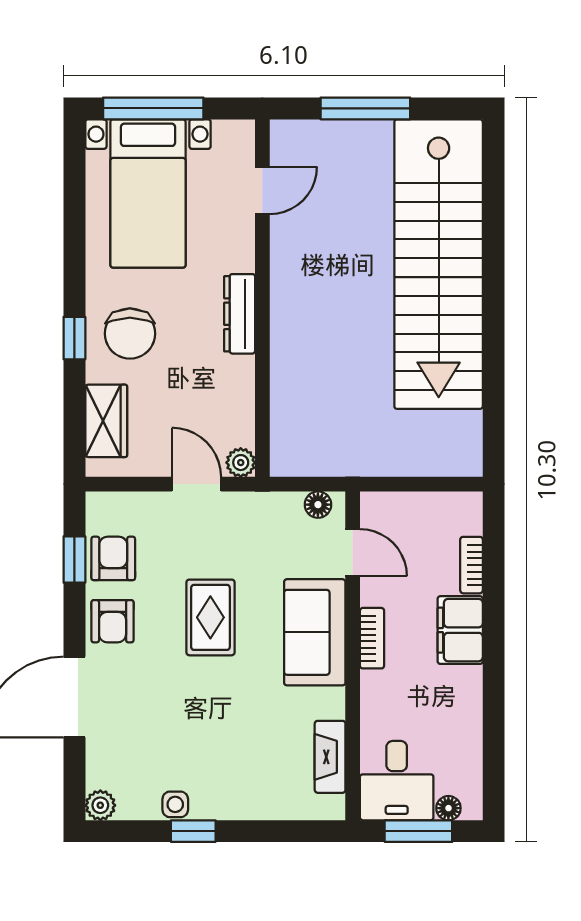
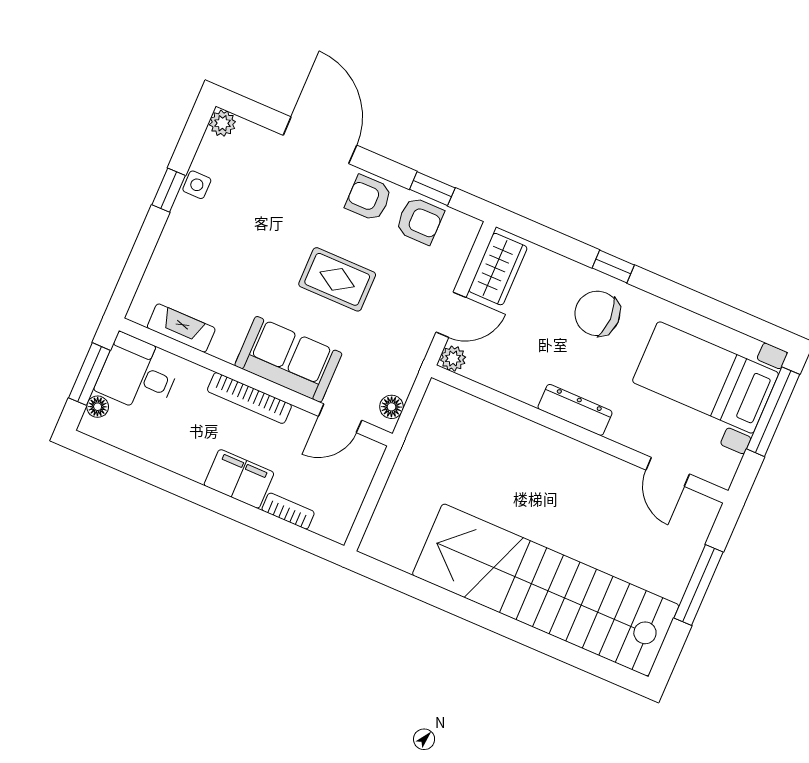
wardrobe: (106, 421) -> (498, 269), moved, turned -90
bookcase: (372, 638) -> (249, 398), width x1.56

